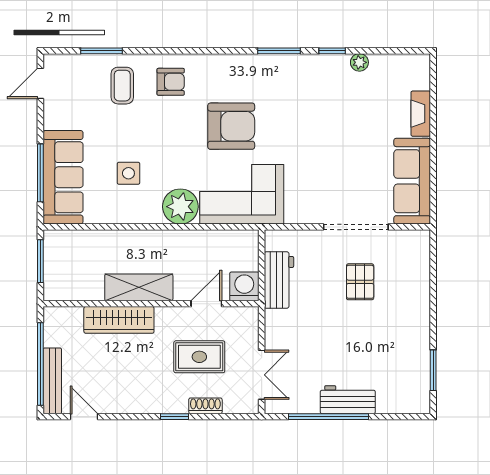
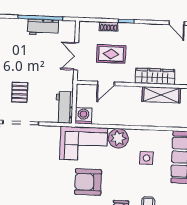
workbench: (279, 280) -> (64, 107), moved
washing machine: (244, 286) -> (83, 116), moved, turned 180
shelving: (139, 287) -> (161, 95), moved
double door: (262, 375) -> (76, 56), moved
workbench: (348, 400) -> (43, 27), moved

